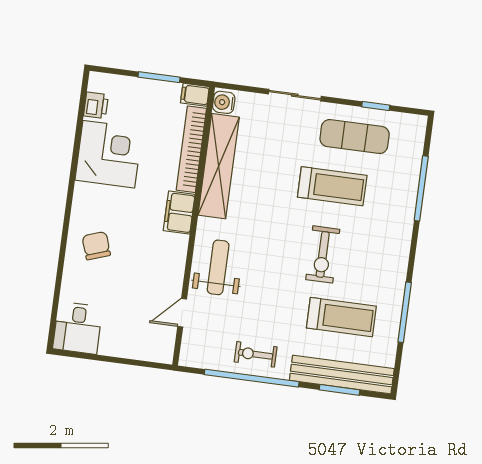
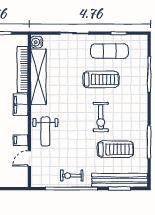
filing cabinet: (195, 95) -> (21, 140), moved
weight bench: (218, 267) -> (45, 131), turned 180

